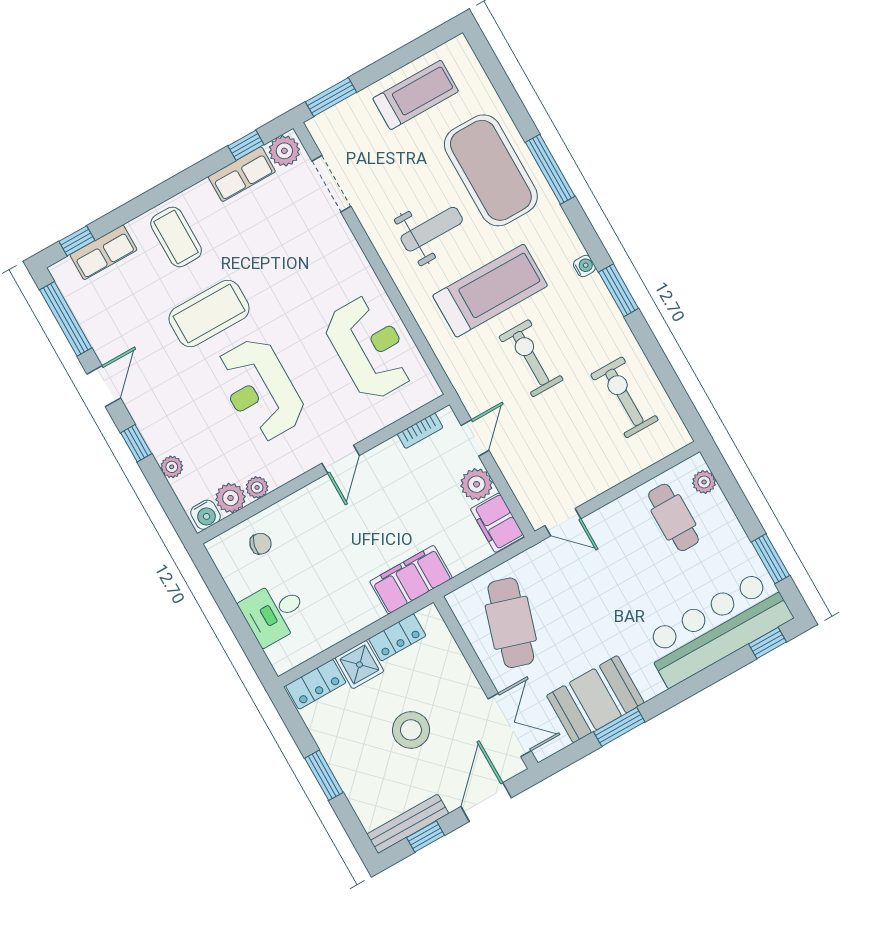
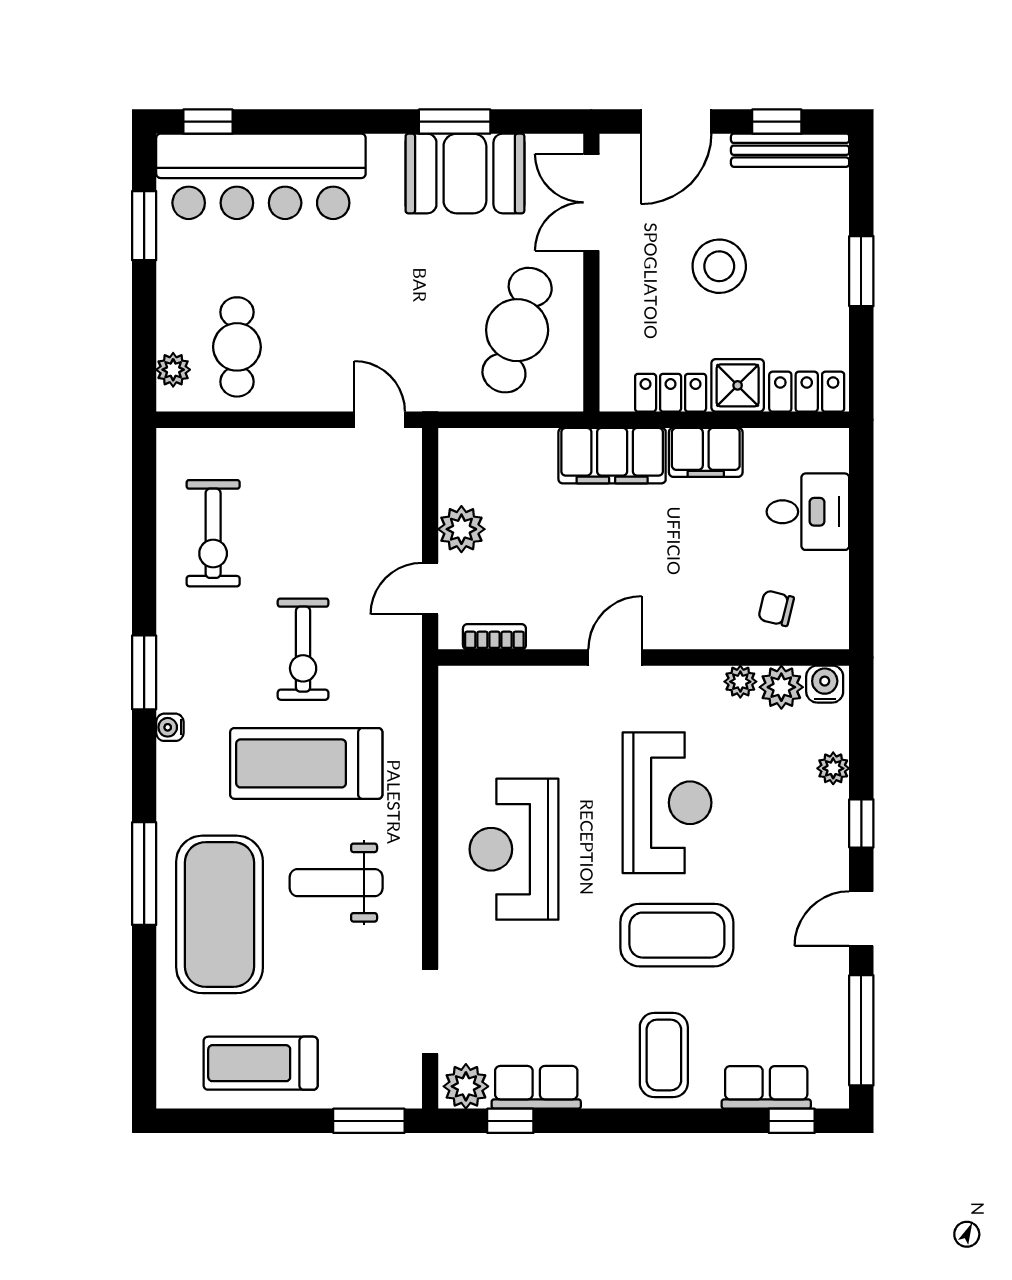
reception desk: (370, 348) -> (514, 849), moved
filing cabinet: (497, 523) -> (706, 452), moved, turned 90

